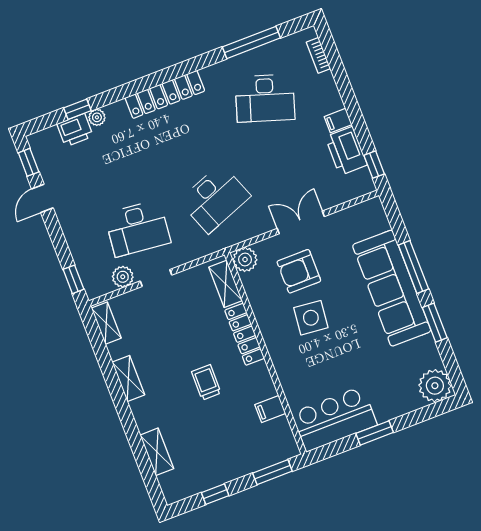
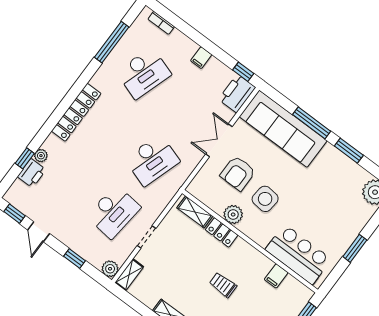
printer: (346, 151) -> (237, 93), moved, turned 90
desk: (215, 198) -> (152, 160), turned 39
plant: (245, 259) -> (233, 215), moved
plant: (123, 277) -> (110, 269), moved
window: (73, 279) -> (74, 259), moved
sofa: (392, 288) -> (283, 129), moved
shelving: (106, 323) -> (129, 275), moved, turned 90
locker: (245, 334) -> (222, 232), width x0.66
bar counter: (334, 419) -> (298, 254), moved, turned 90

